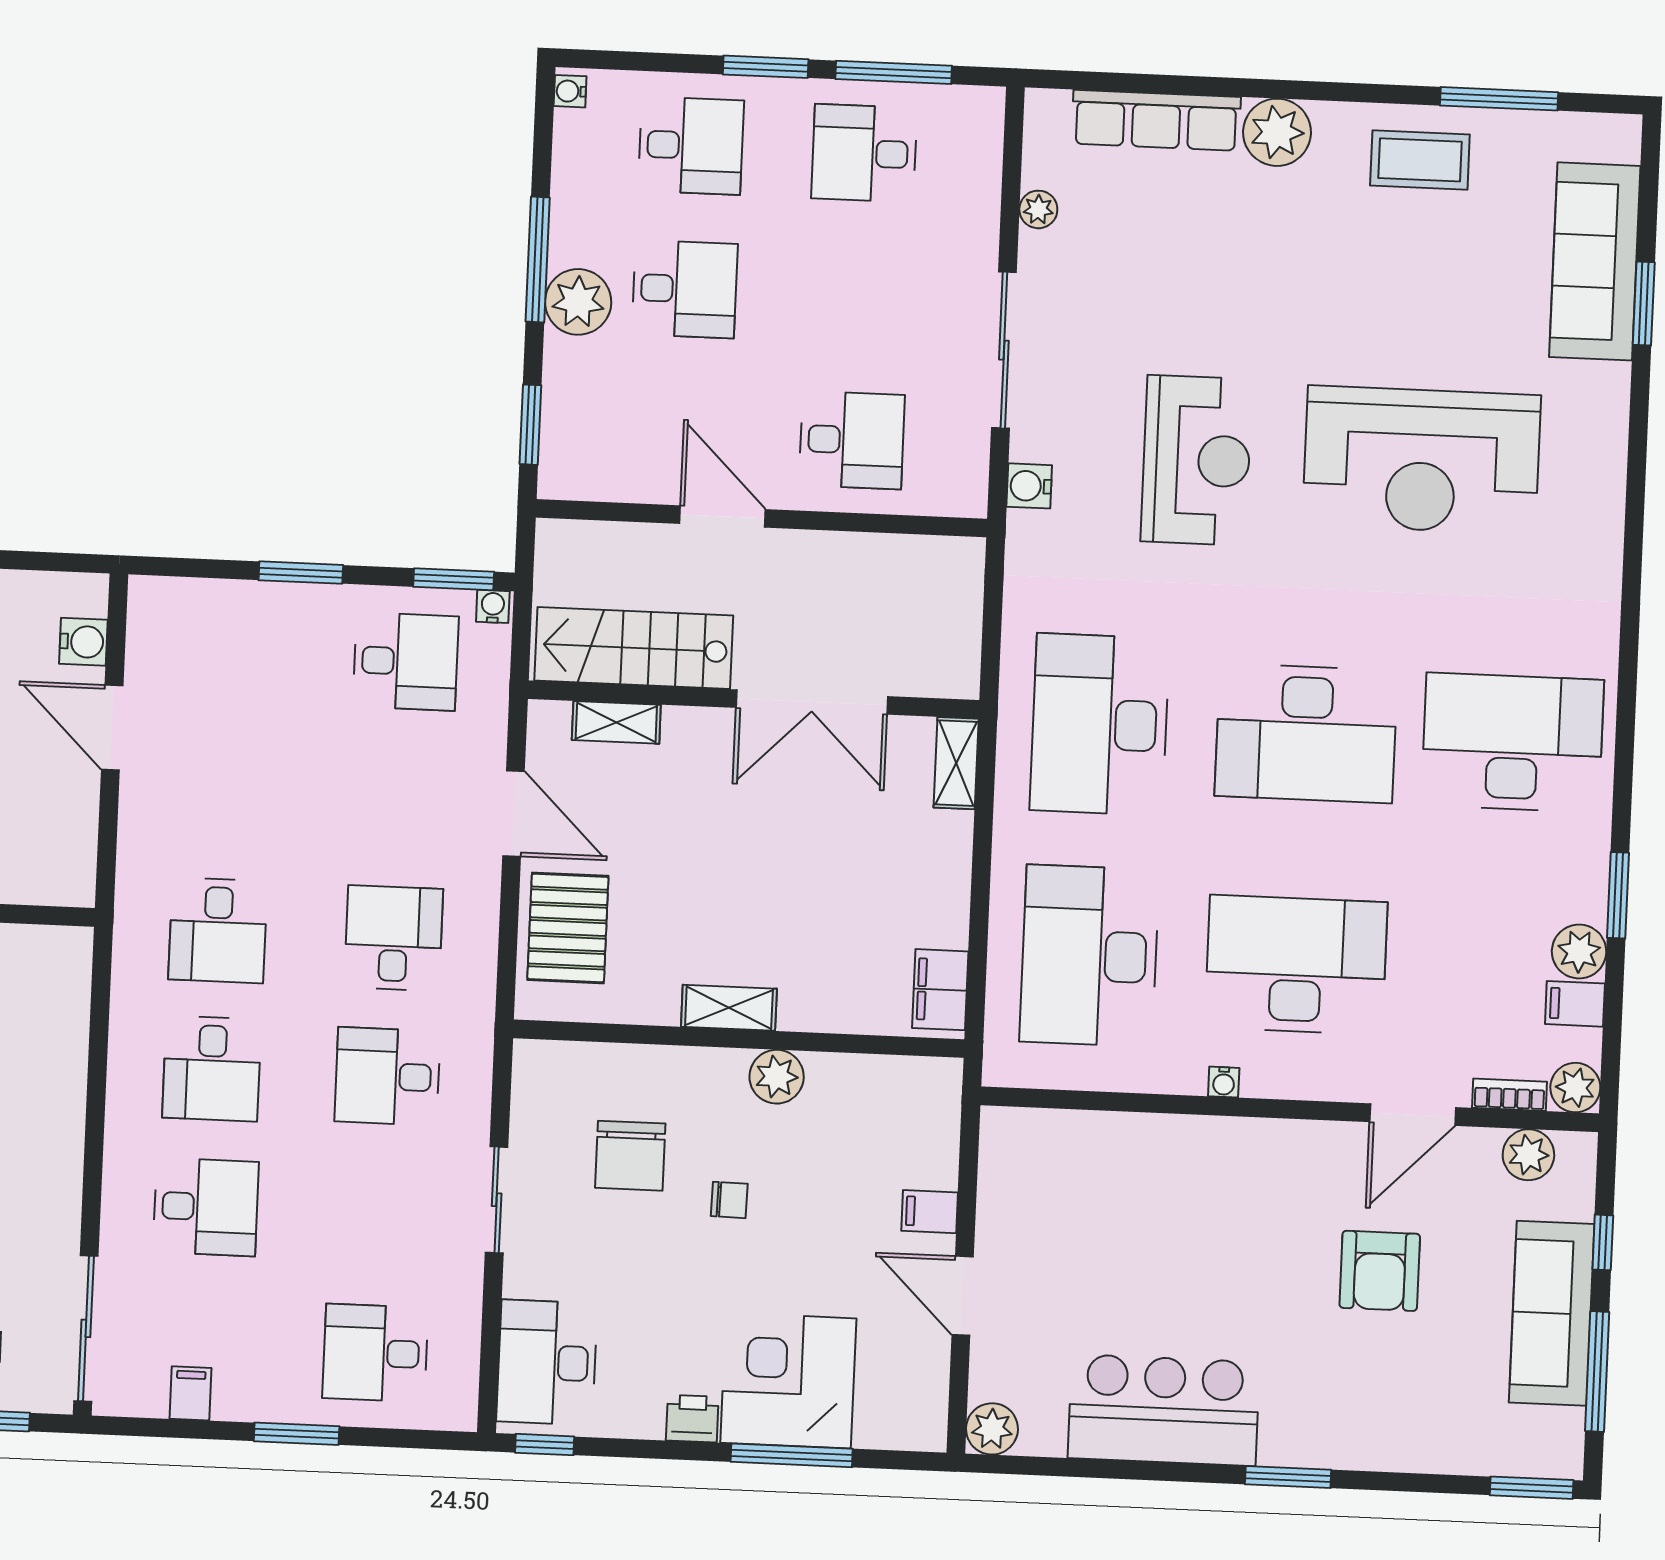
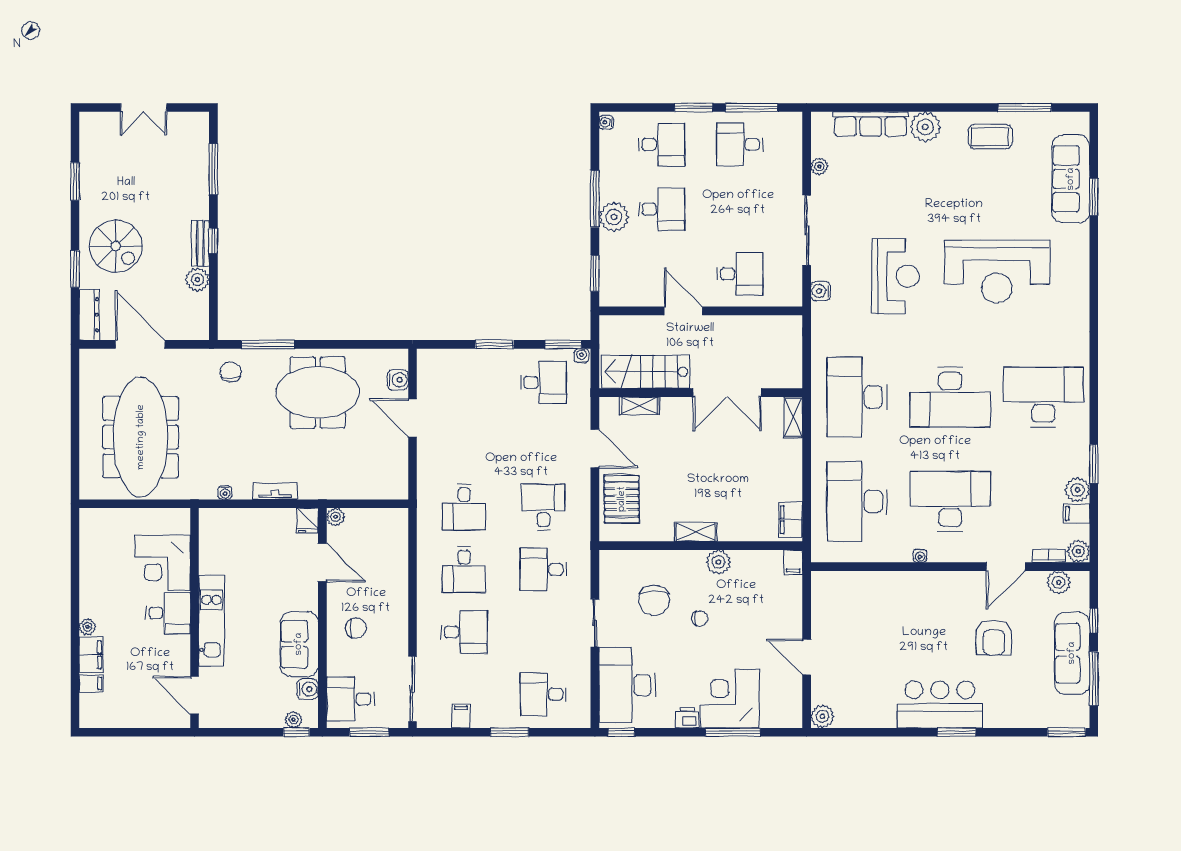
filing cabinet: (930, 1212) -> (793, 562), moved, turned -90
desk: (547, 1362) -> (627, 685), width x1.36, depth x1.30
bar counter: (1164, 1410) -> (940, 704), moved

